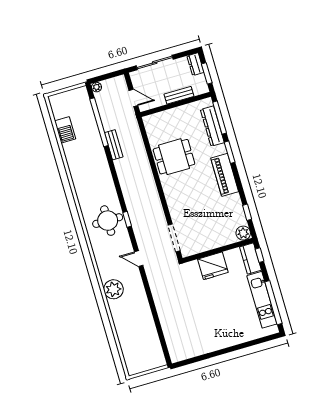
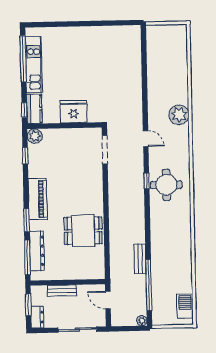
barbecue: (65, 130) -> (185, 306), moved

